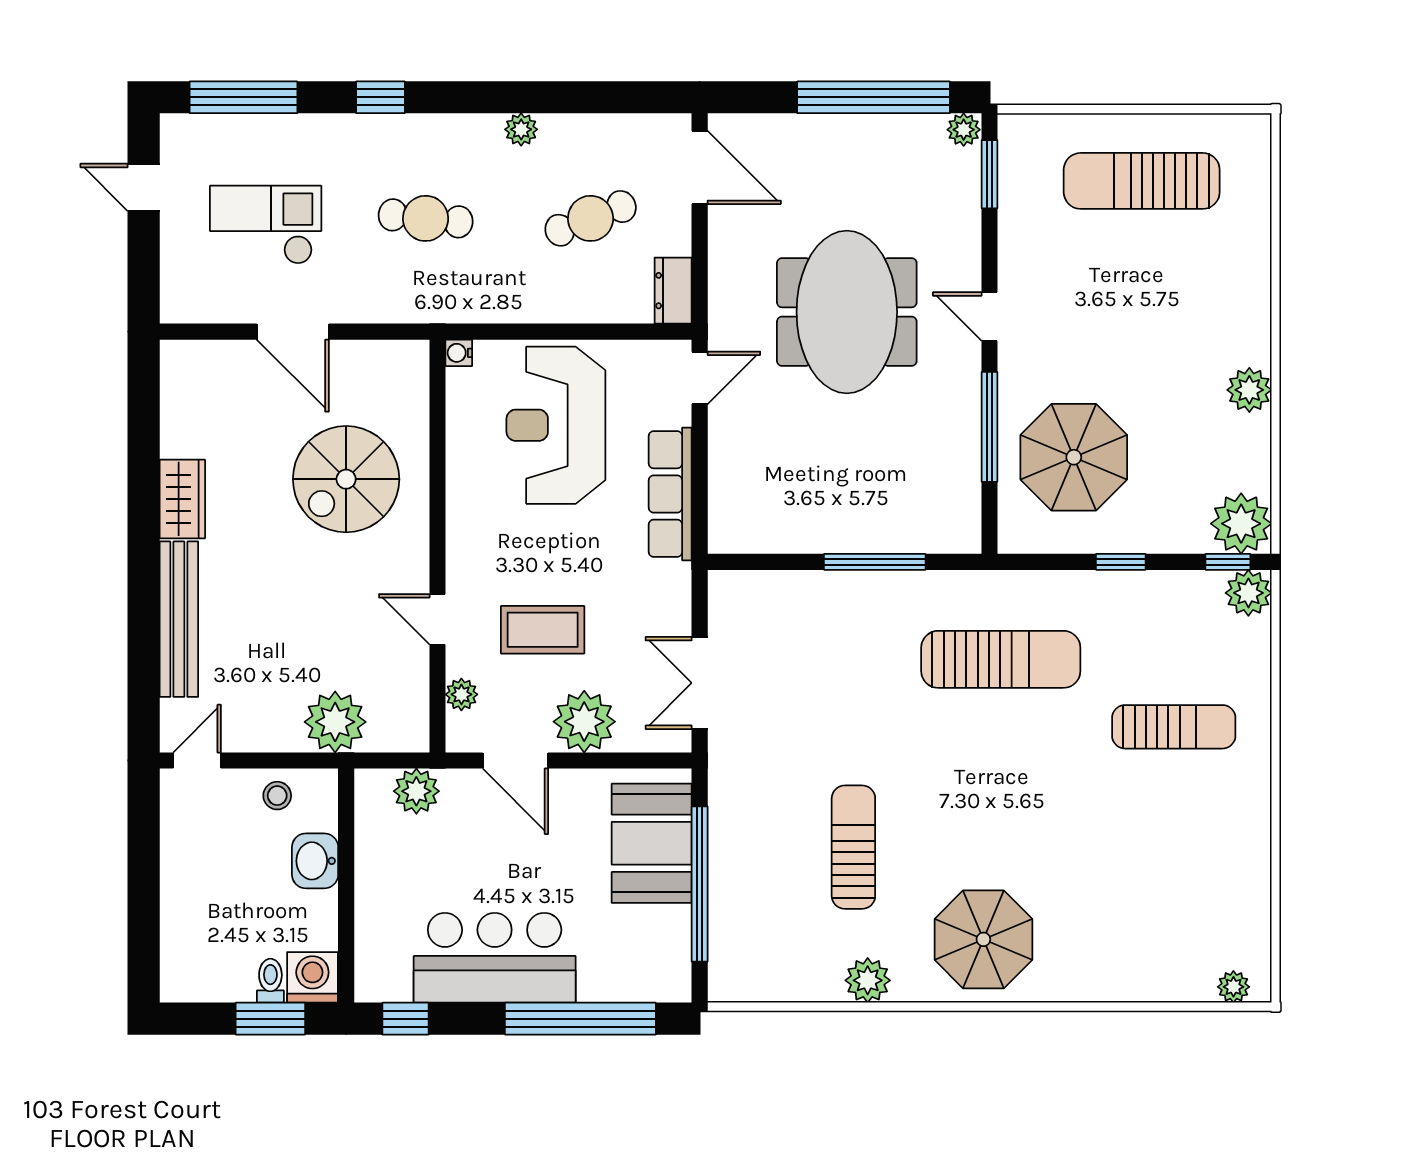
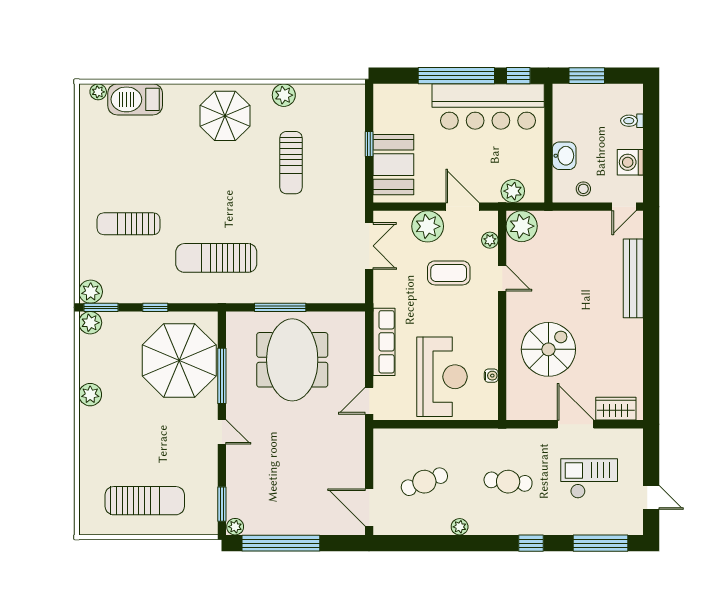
checkout: (266, 225) -> (589, 478), turned 180
dresser: (673, 291) -> (383, 445), removed
meeting table: (847, 312) -> (292, 360), moved
water cooler: (459, 353) -> (491, 376), moved
parasol: (1074, 457) -> (179, 361), width x1.36, depth x1.36
wardrobe: (182, 499) -> (616, 409), moved, turned 90
plant: (1241, 524) -> (90, 323), width x0.73, depth x0.73
window: (1228, 562) -> (101, 307), width x1.50
plant: (335, 722) -> (522, 226), moved
window: (700, 884) -> (369, 144), width x0.32
bar counter: (495, 958) -> (488, 107), width x1.36
barbecue: (1161, 972) -> (135, 99), added
washing machine: (312, 977) -> (630, 162), moved, turned 90
toilet: (270, 981) -> (632, 121), moved, turned 90
window: (580, 1019) -> (456, 76), moved

